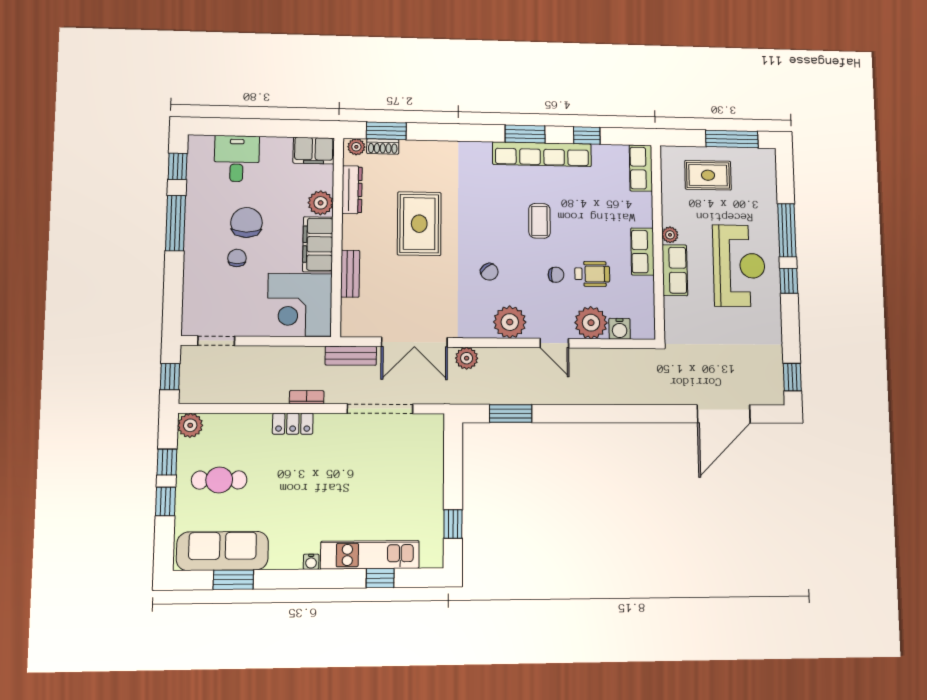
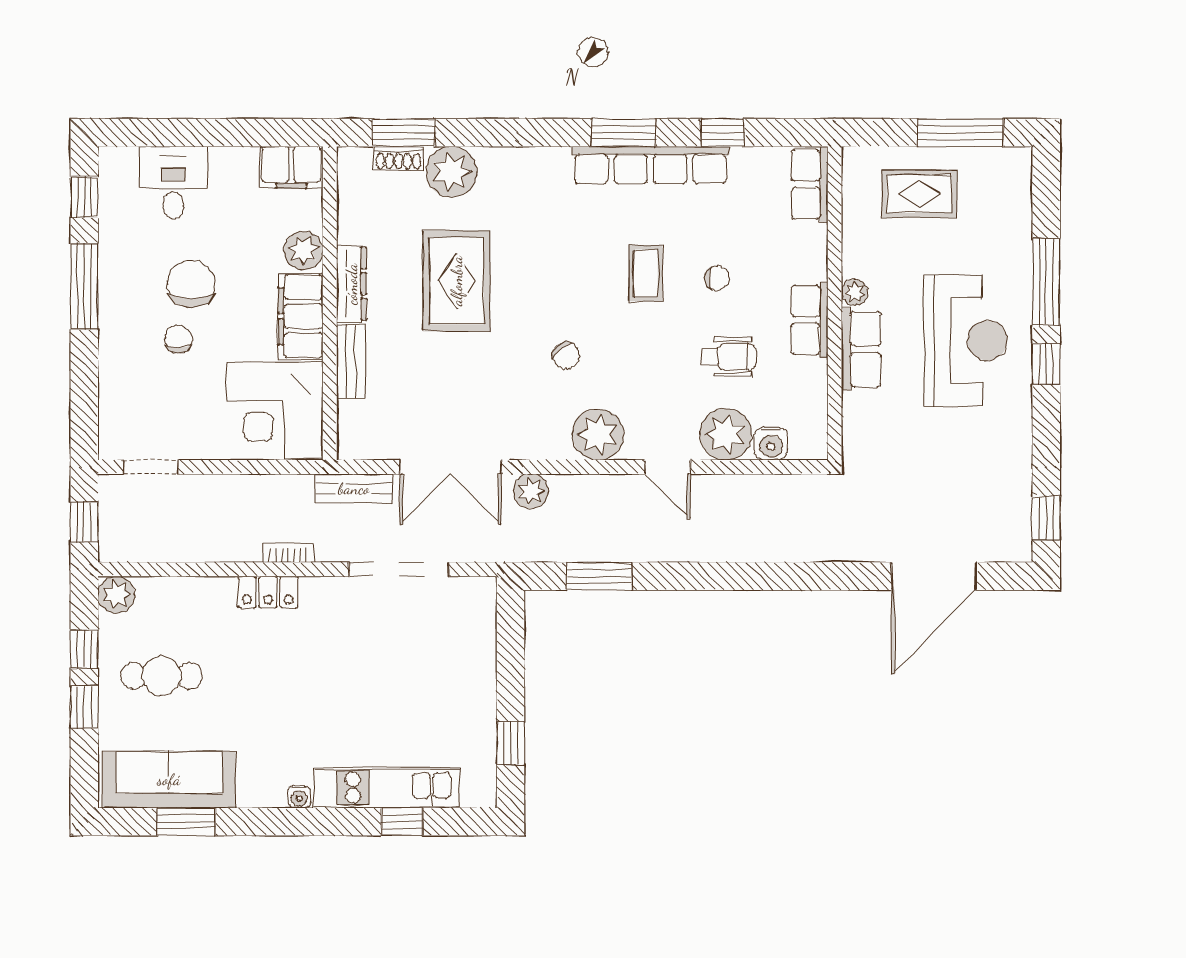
plant: (356, 147) -> (451, 172), moved, width x1.88, depth x1.88
dresser: (352, 190) -> (352, 284), moved
chair: (556, 275) -> (717, 278), moved

